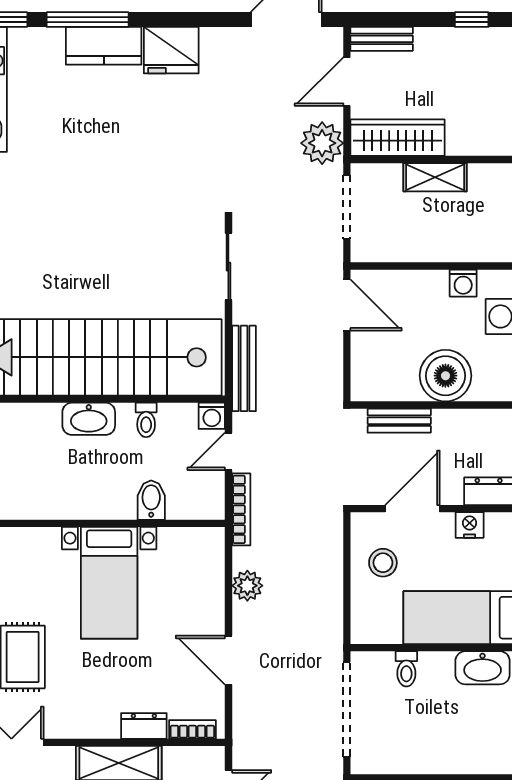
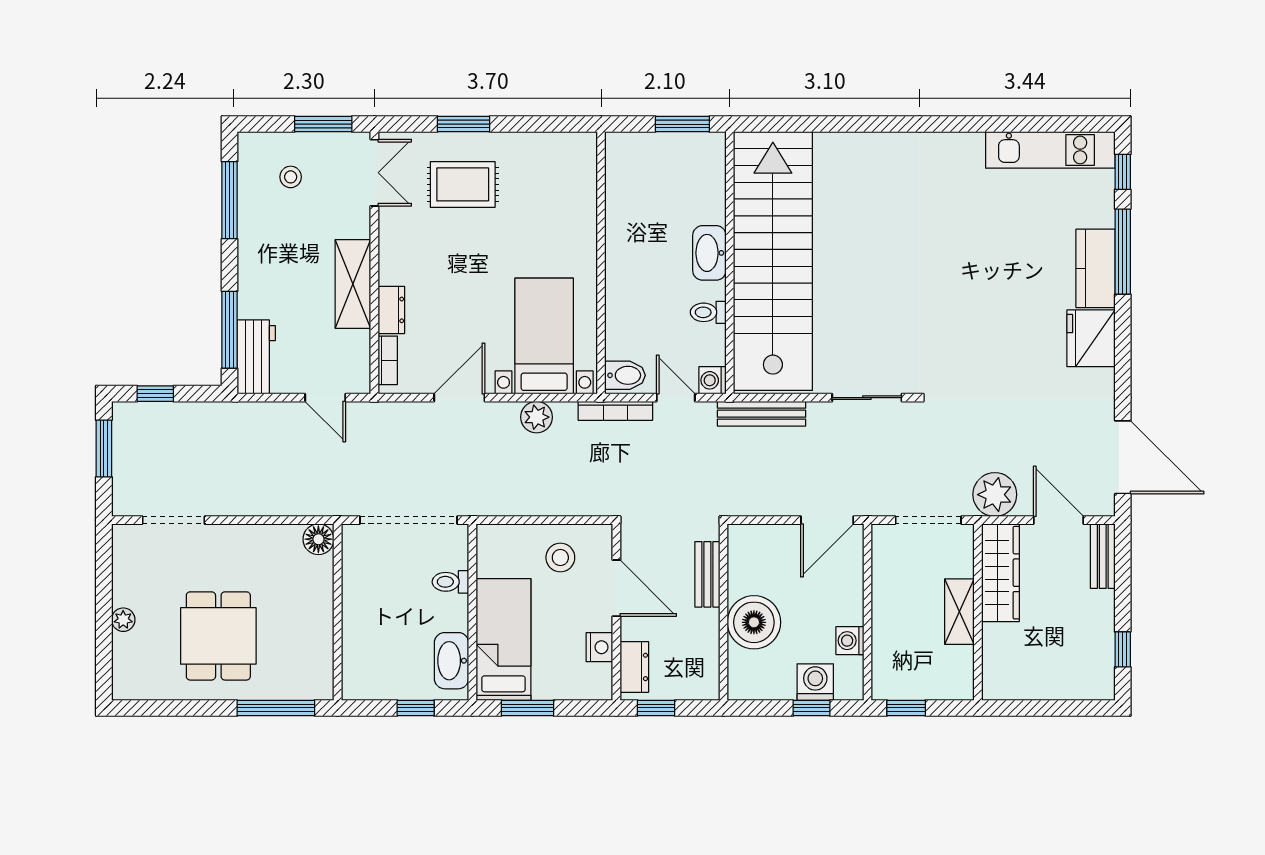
bidet: (151, 500) -> (625, 375), moved
bed with nightstands: (109, 583) -> (544, 336), moved, turned 90

